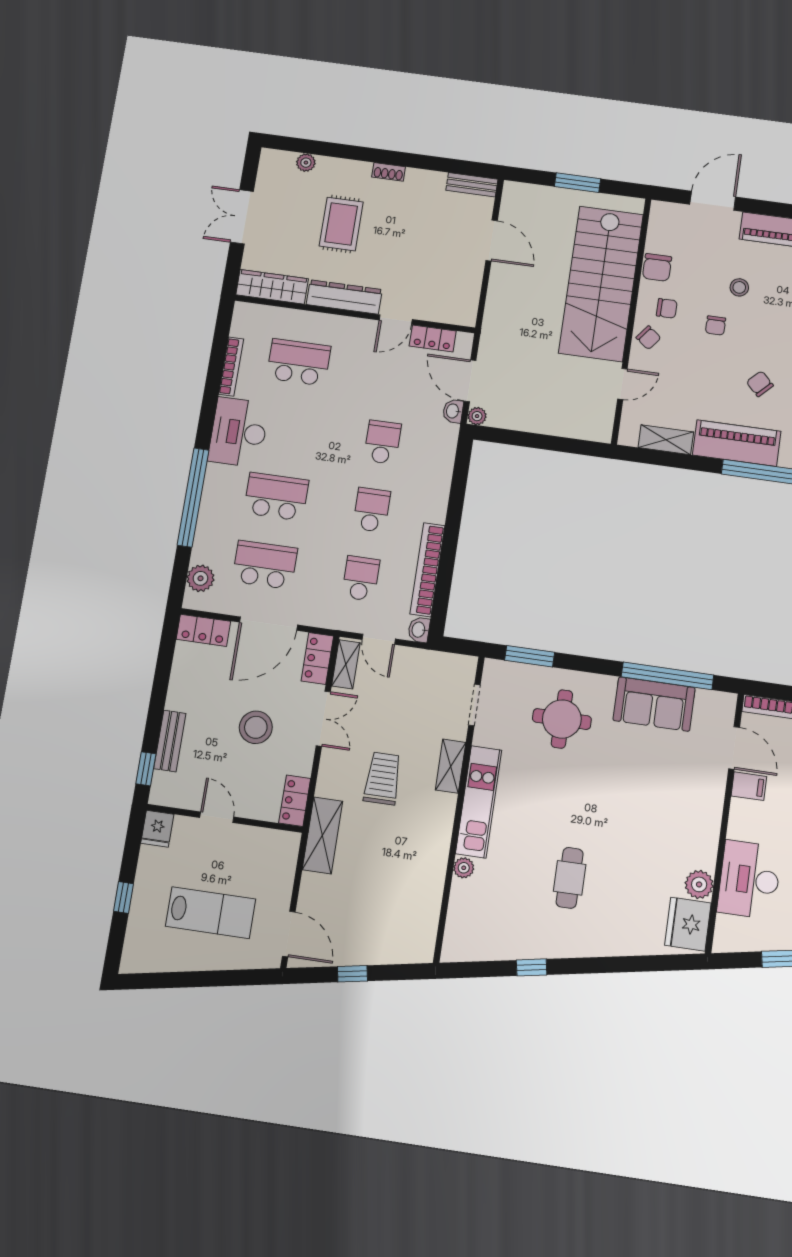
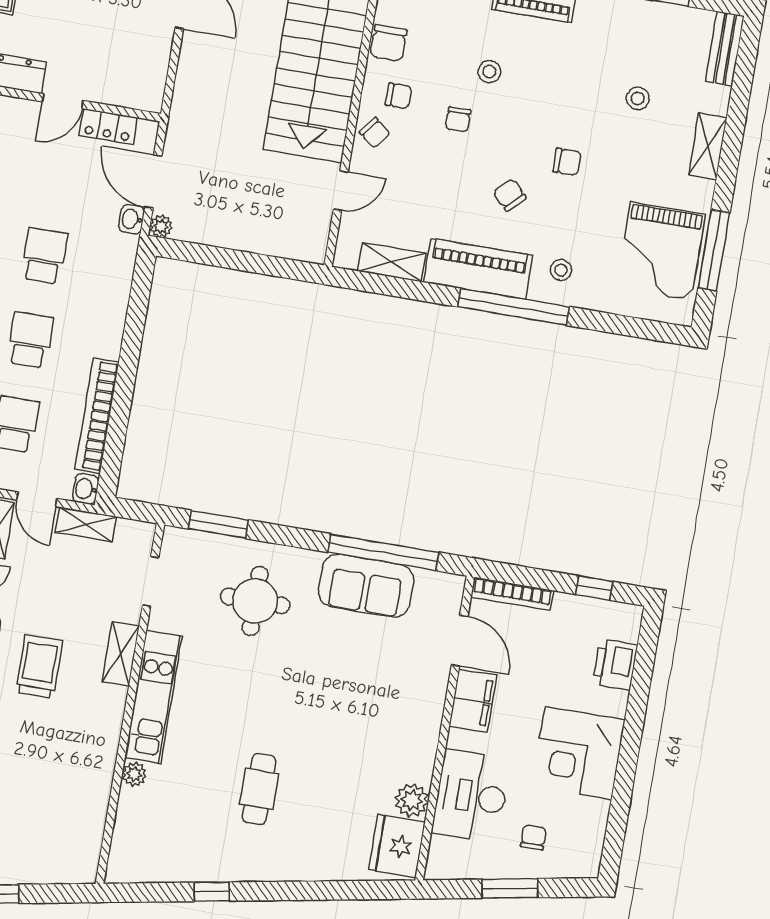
shelving: (420, 659) -> (86, 524), added
filing cabinet: (749, 786) -> (473, 701), width x2.00

